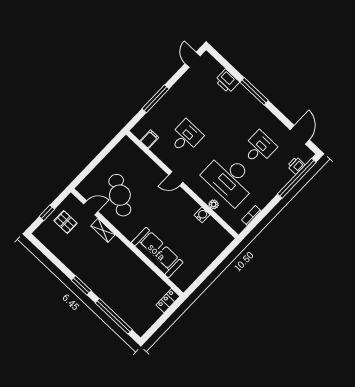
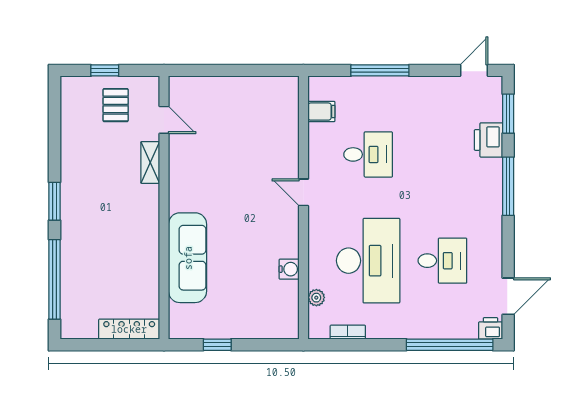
window: (224, 63) -> (508, 114), added
printer: (296, 165) -> (490, 328), moved
desk: (230, 179) -> (368, 261), turned 180
cafe table: (120, 195) -> (215, 141), removed
plant: (214, 204) -> (316, 298), moved
window: (205, 274) -> (217, 345), added
locker: (168, 301) -> (129, 329), width x1.53

